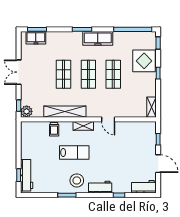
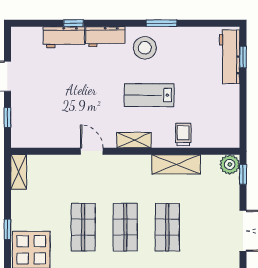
shelving: (65, 112) -> (176, 164), width x0.68
workbench: (144, 187) -> (64, 37), moved

